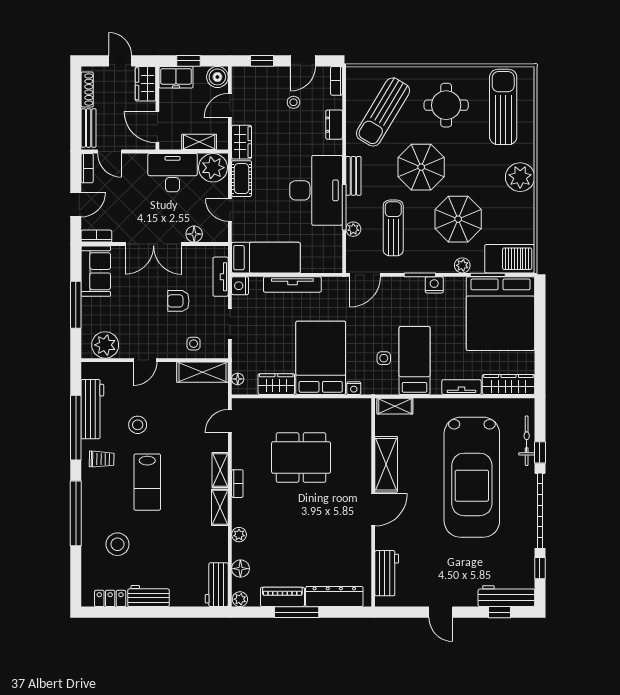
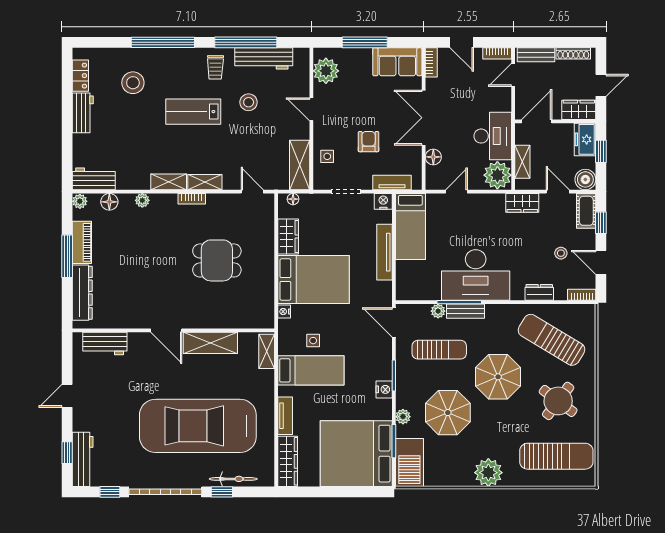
round table: (446, 105) -> (558, 401), turned 37
bench: (353, 176) -> (465, 311), moved
cot: (242, 179) -> (586, 211), moved, turned 90
dining table: (301, 458) -> (217, 260), width x0.73

